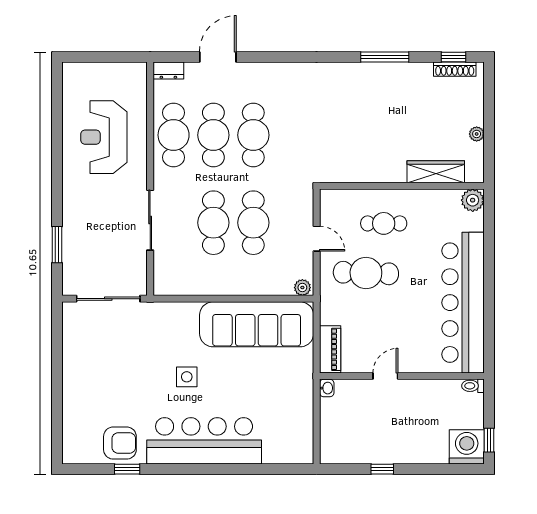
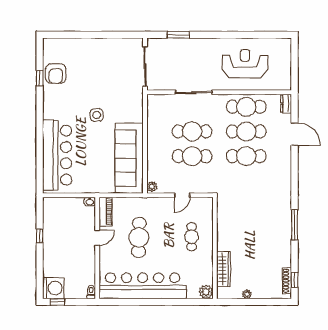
window: (385, 57) -> (295, 225), moved
cafe table: (366, 273) -> (139, 237), moved
piano: (330, 349) -> (106, 212), moved, turned -90
door: (385, 376) -> (97, 238), hinge flipped
bar counter: (204, 441) -> (57, 155), moved

